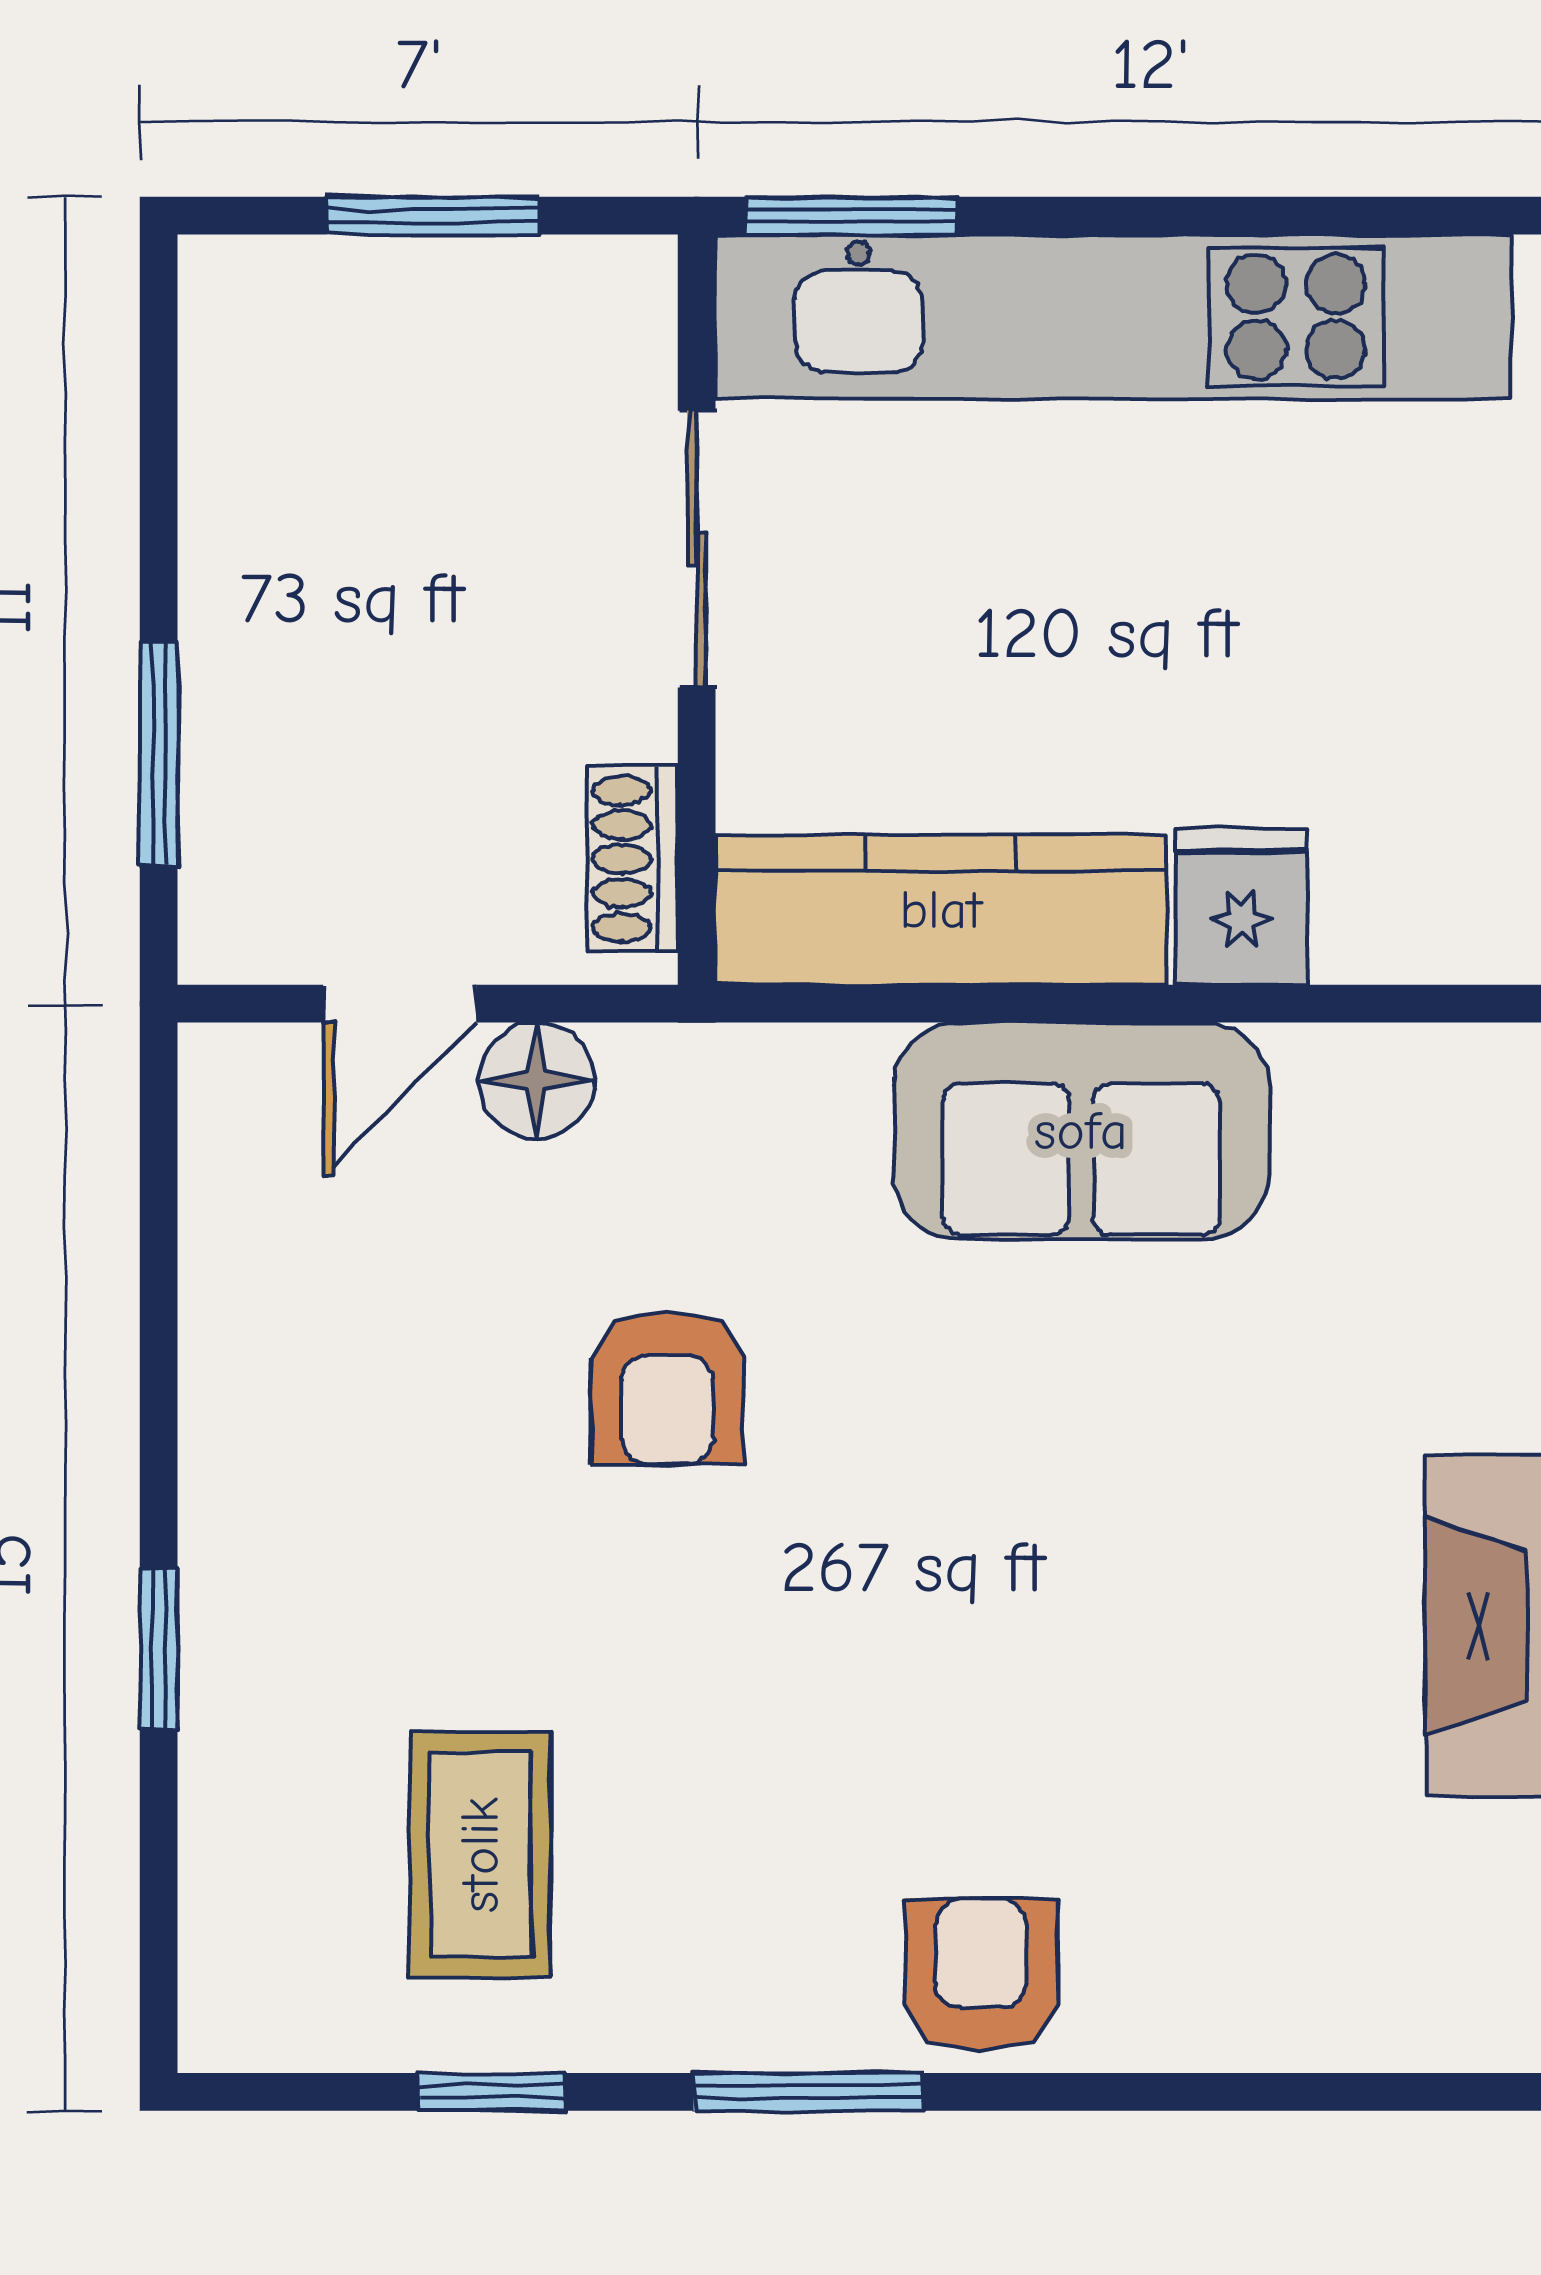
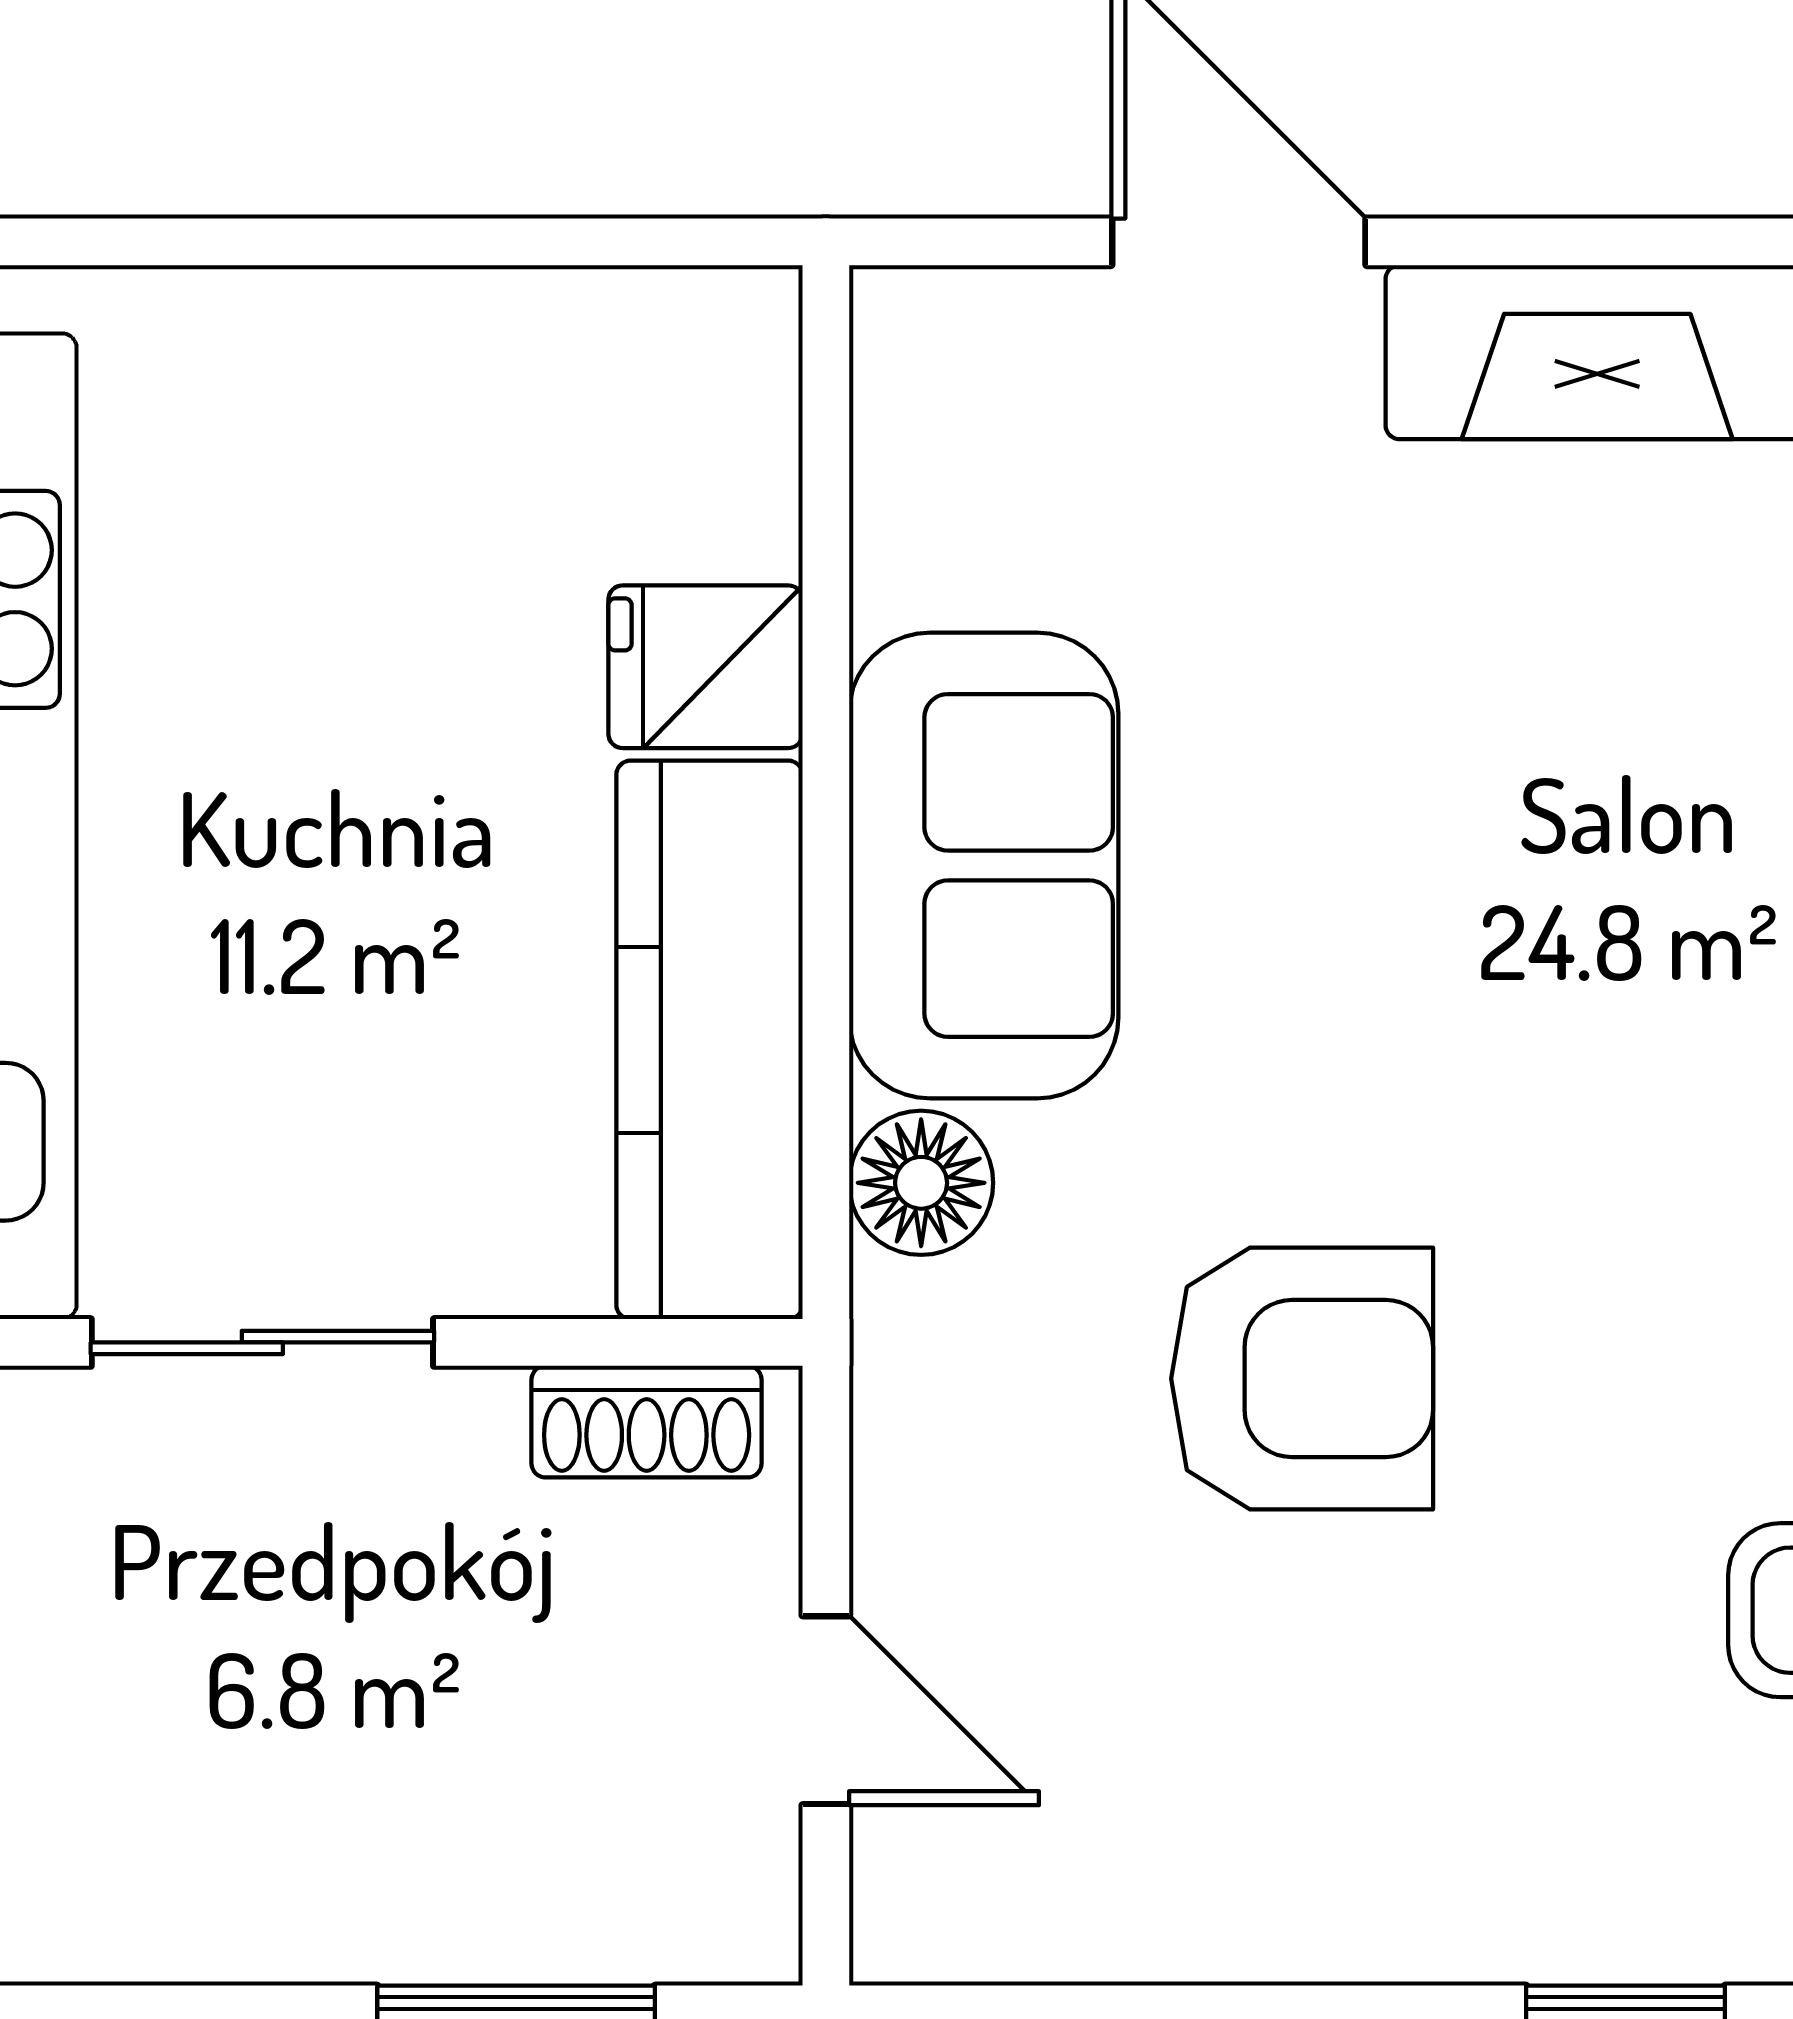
floor lamp: (537, 1081) -> (921, 1183), moved
armchair: (667, 1388) -> (1302, 1379), width x1.38, depth x1.38

